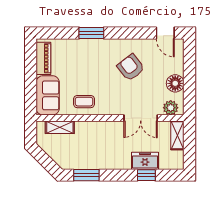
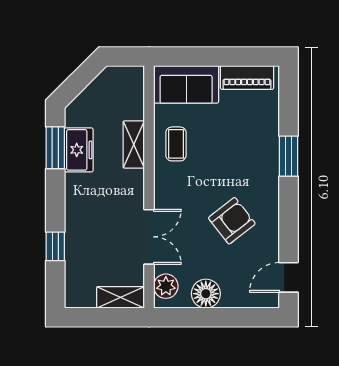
double door: (141, 118) -> (149, 237), swing flipped
shelving: (60, 127) -> (134, 145), moved
freezer: (145, 161) -> (79, 150), moved

